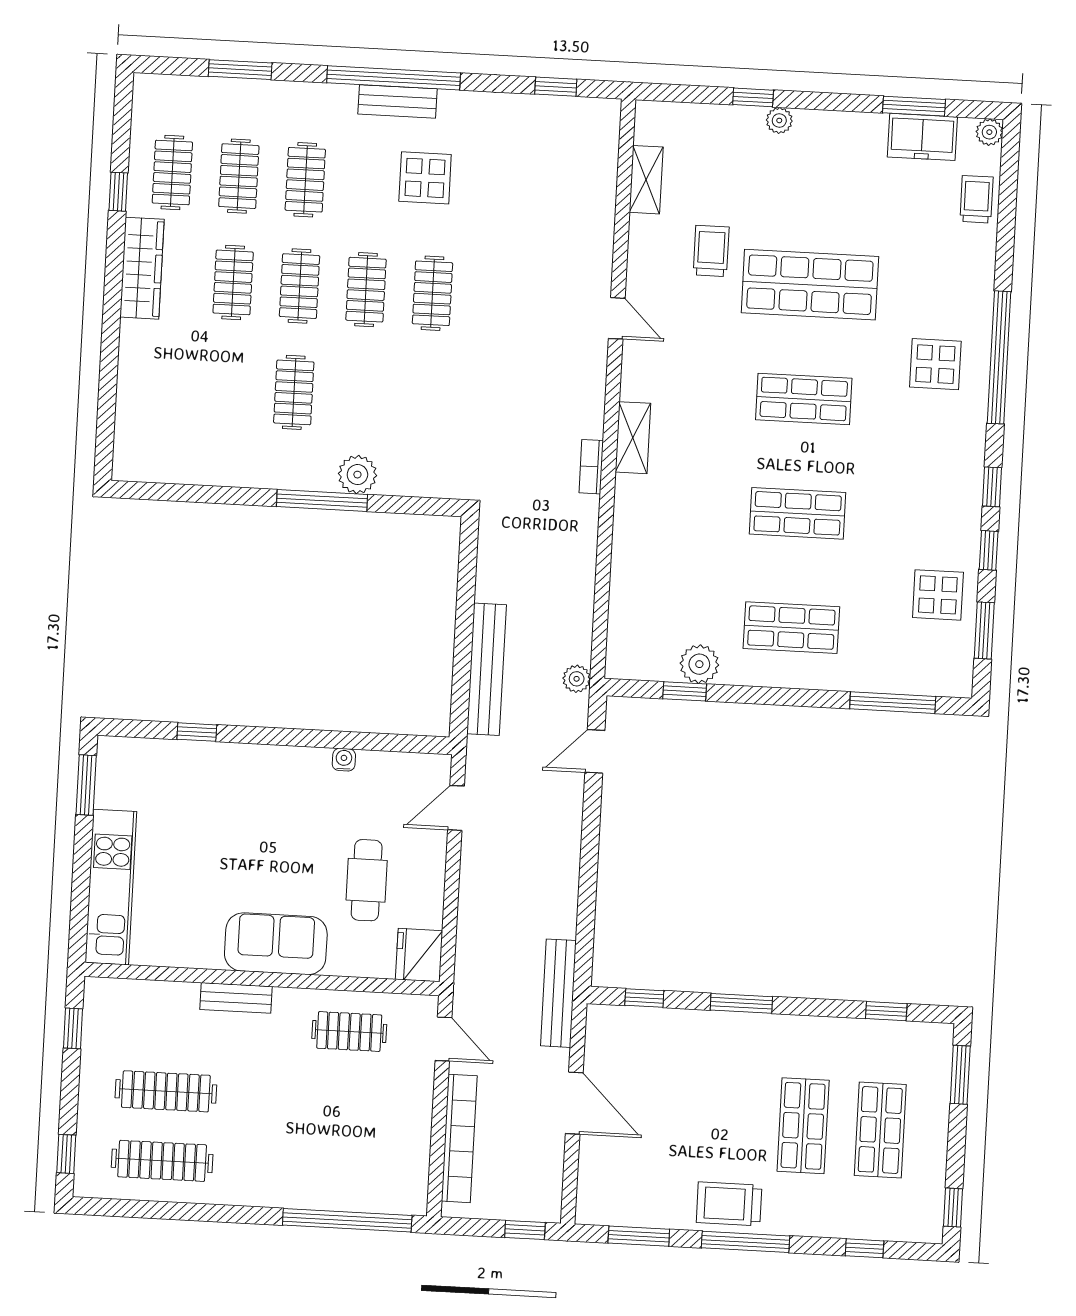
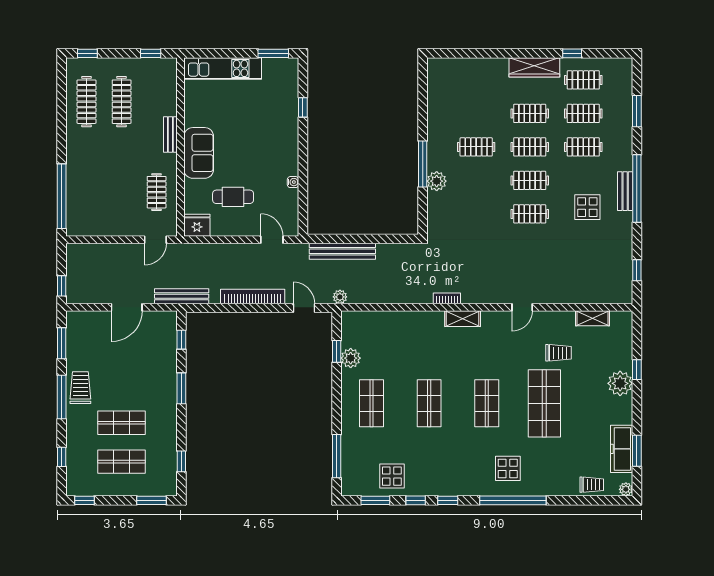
plant: (779, 120) -> (620, 383), width x1.87, depth x1.87
freezer: (922, 137) -> (622, 449), width x1.40
bookcase: (459, 1138) -> (253, 297), moved, turned 180

